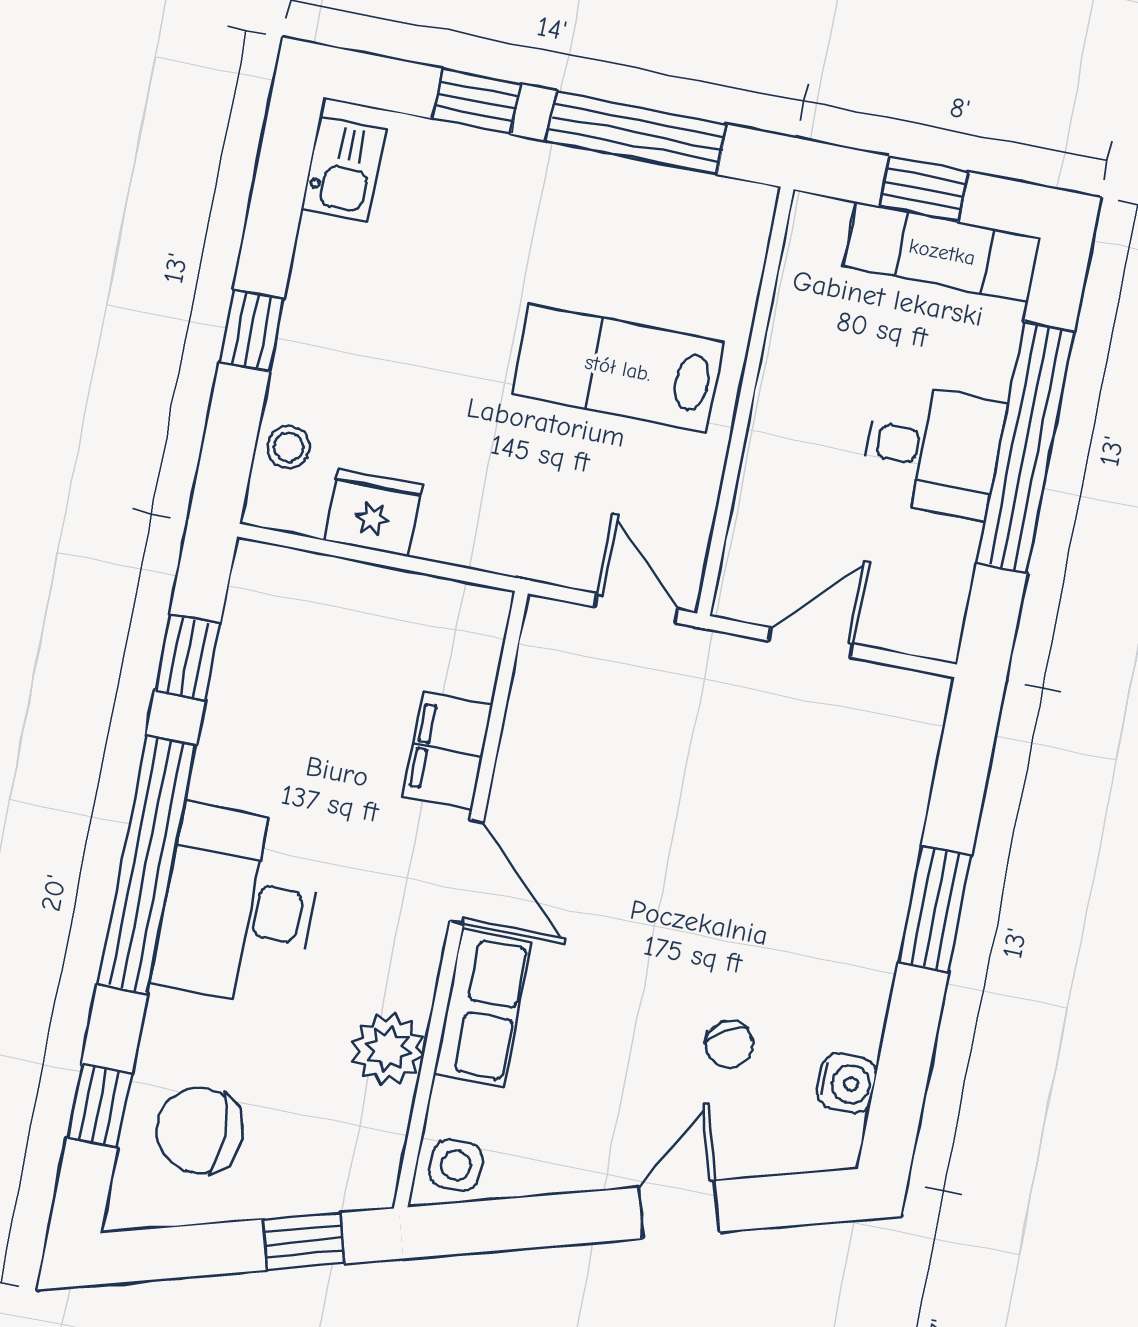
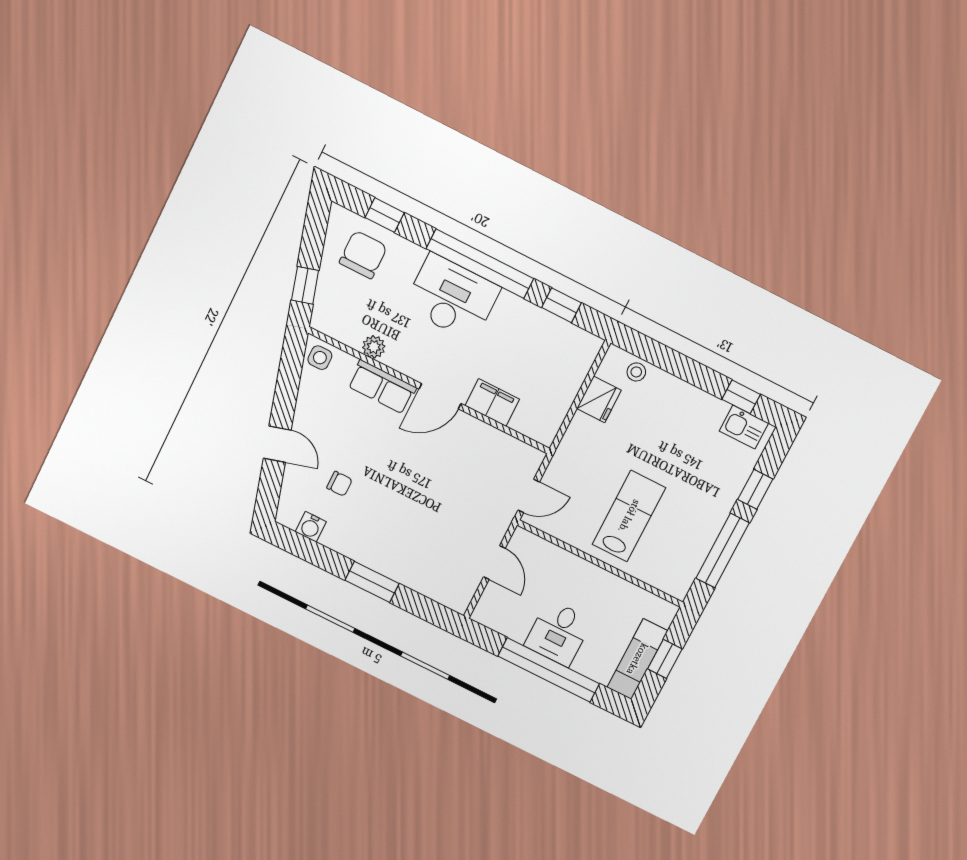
window: (252, 330) -> (741, 397), moved
chair: (729, 1044) -> (340, 484), turned -149
plant: (388, 1049) -> (374, 347), width x0.73, depth x0.73

